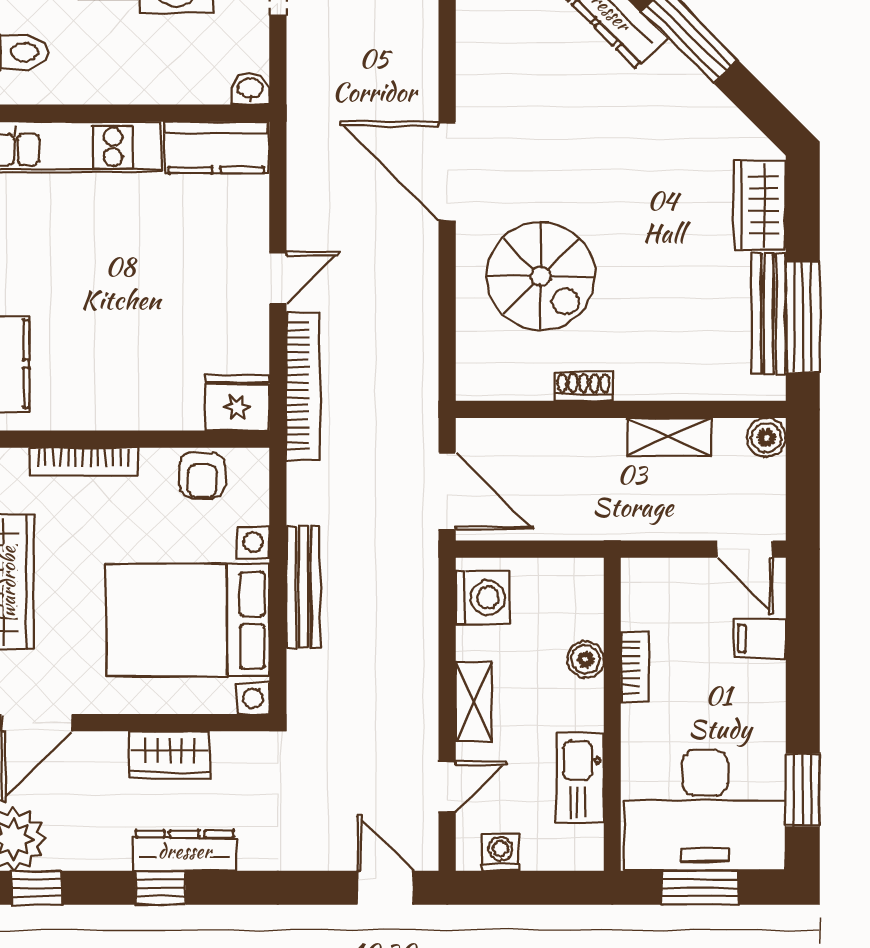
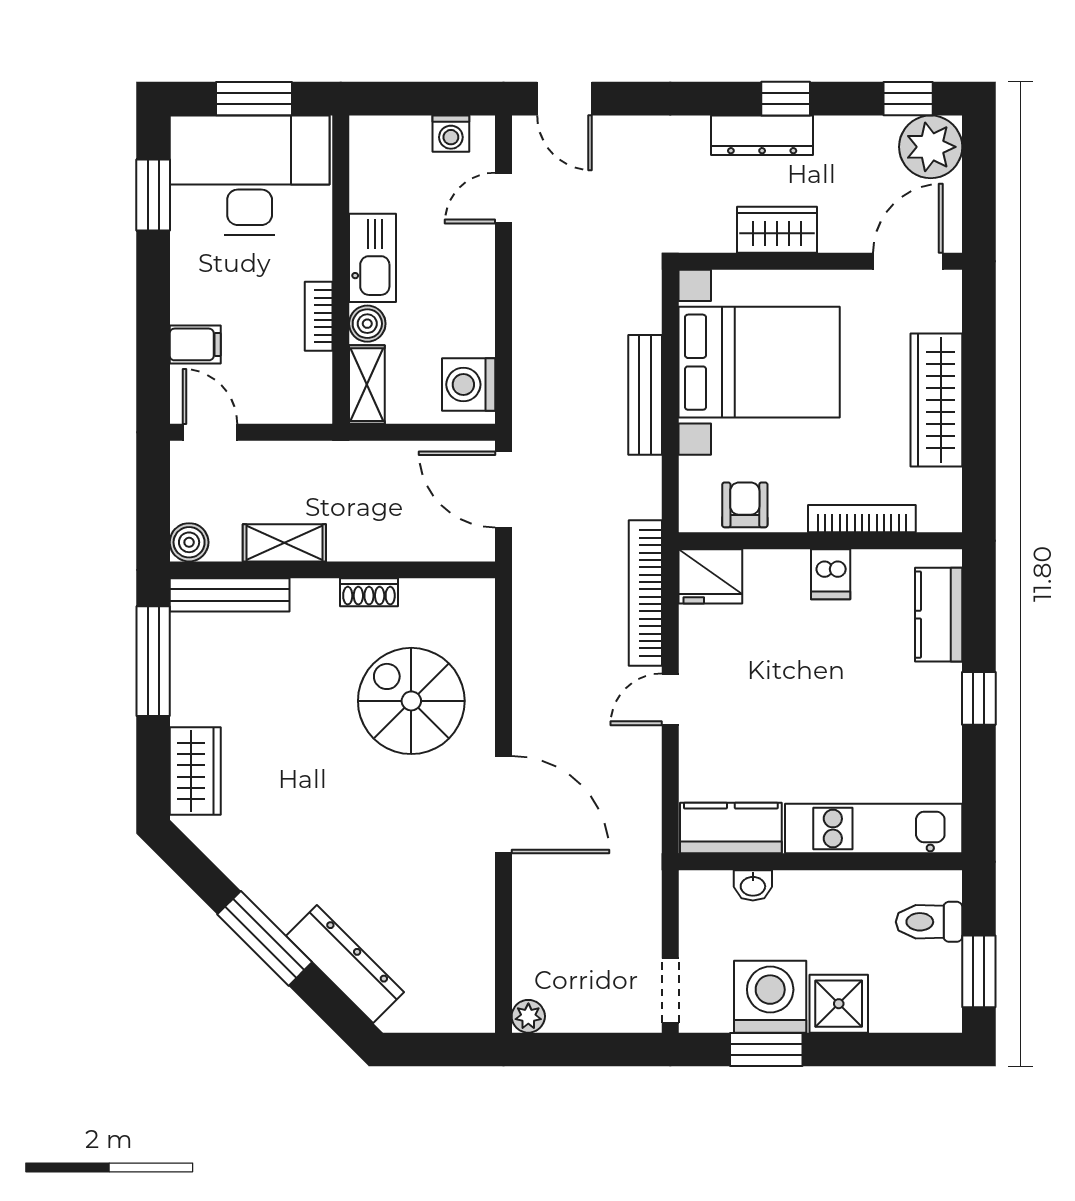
washbasin: (250, 89) -> (753, 885), moved
bench: (769, 314) -> (230, 595), moved, turned 90
dishwasher: (115, 405) -> (831, 574), added
shelving: (474, 702) -> (367, 385), moved
kitchen sink: (580, 778) -> (373, 258), moved

